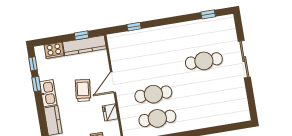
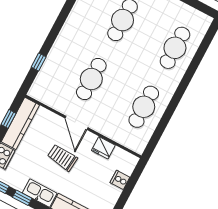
cafe table: (153, 94) -> (91, 79), moved
cafe table: (212, 109) -> (175, 48), added

